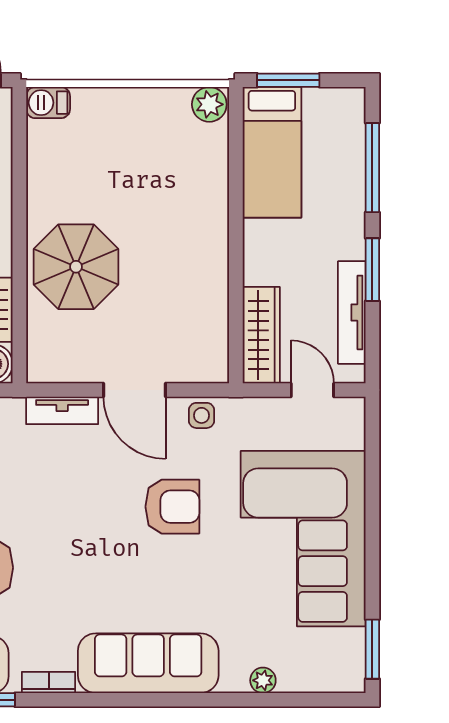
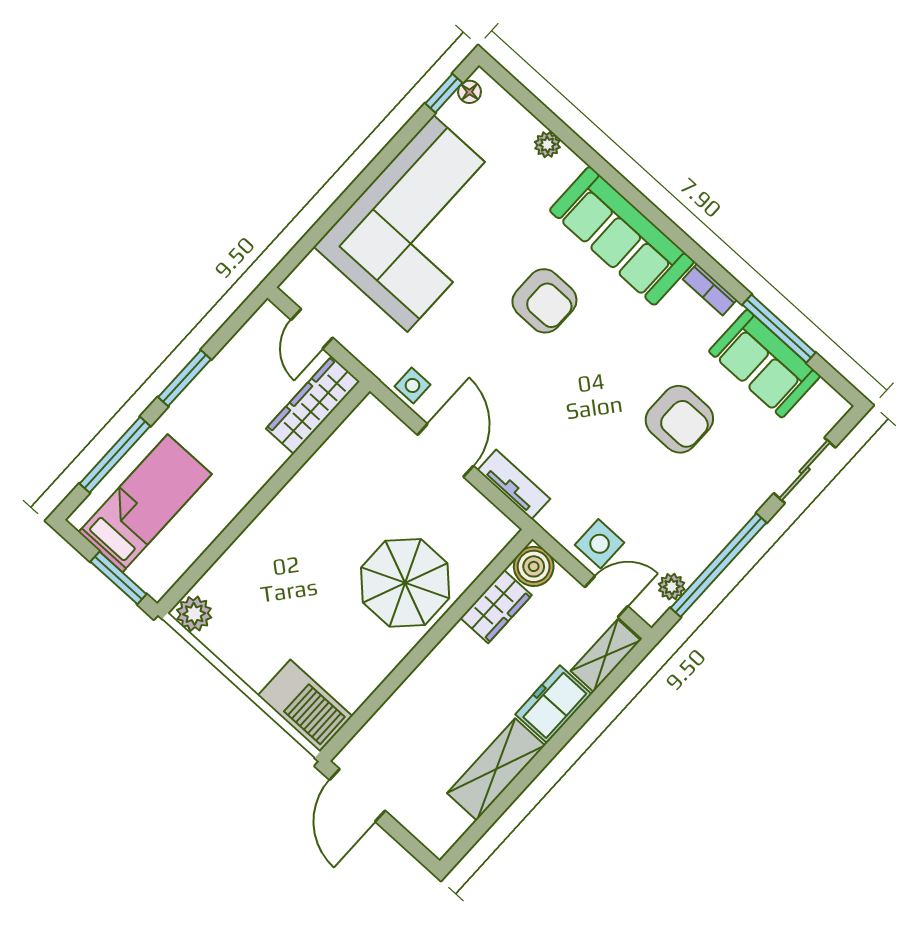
barbecue: (48, 103) -> (305, 706), width x1.88, depth x1.53
bed: (272, 152) -> (145, 503), moved
tv unit: (352, 313) -> (229, 360), removed
armchair: (172, 507) -> (544, 301), moved, turned 180
window: (372, 649) -> (444, 93), width x0.67
floor lamp: (355, 667) -> (469, 92), added

